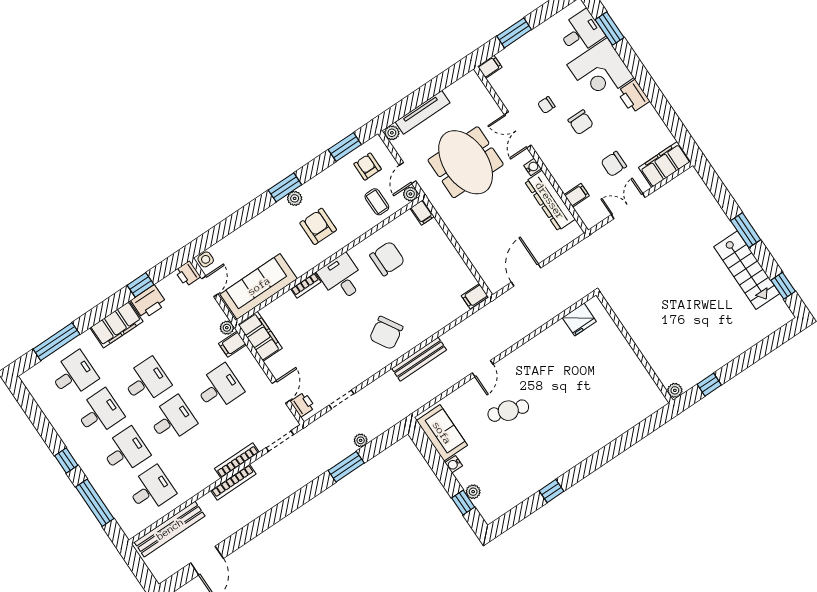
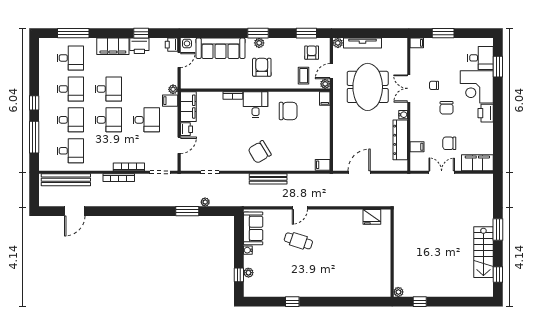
sofa: (259, 286) -> (221, 48), moved, turned 180
printer: (303, 404) -> (186, 129), moved

